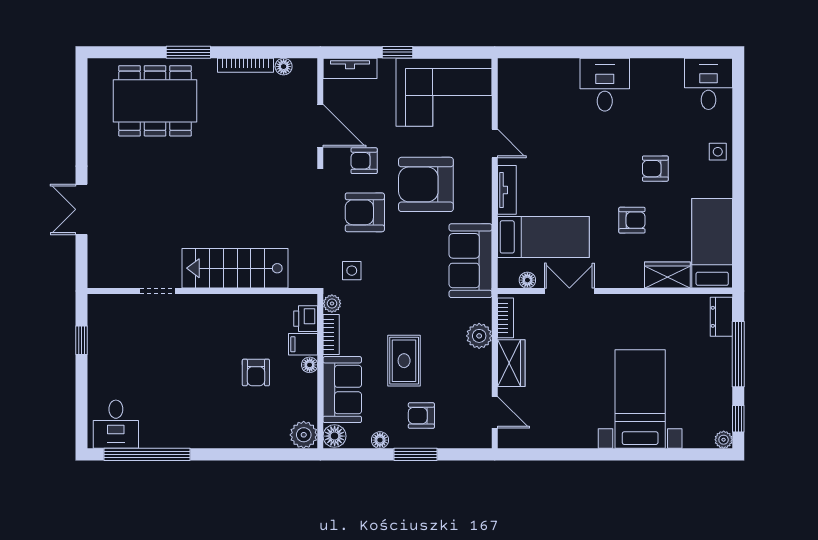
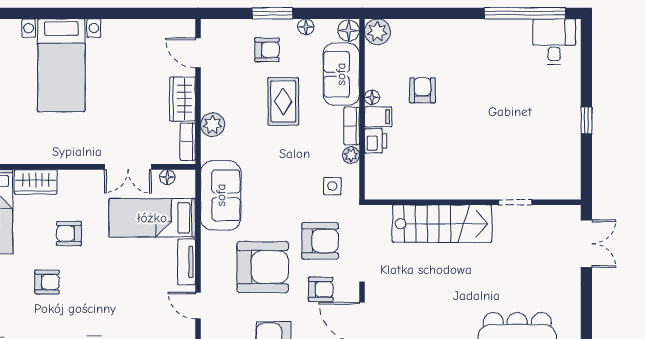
stairs: (235, 268) -> (442, 224), moved
doorway: (157, 291) -> (515, 202), moved
wall: (202, 291) -> (473, 202), moved

